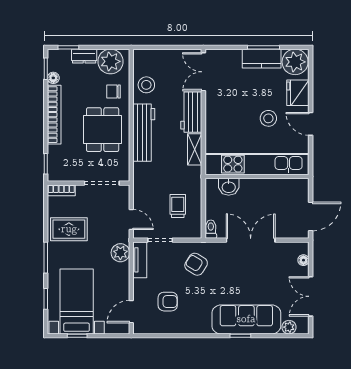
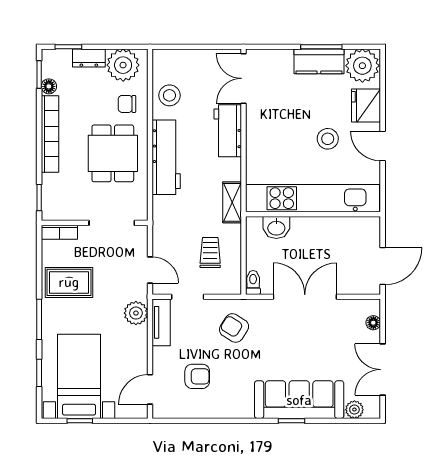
shelving: (195, 149) -> (232, 202), moved

